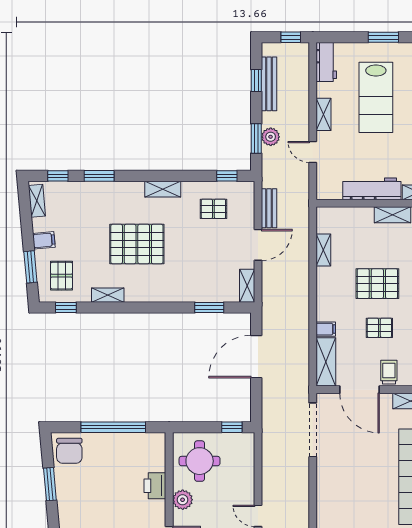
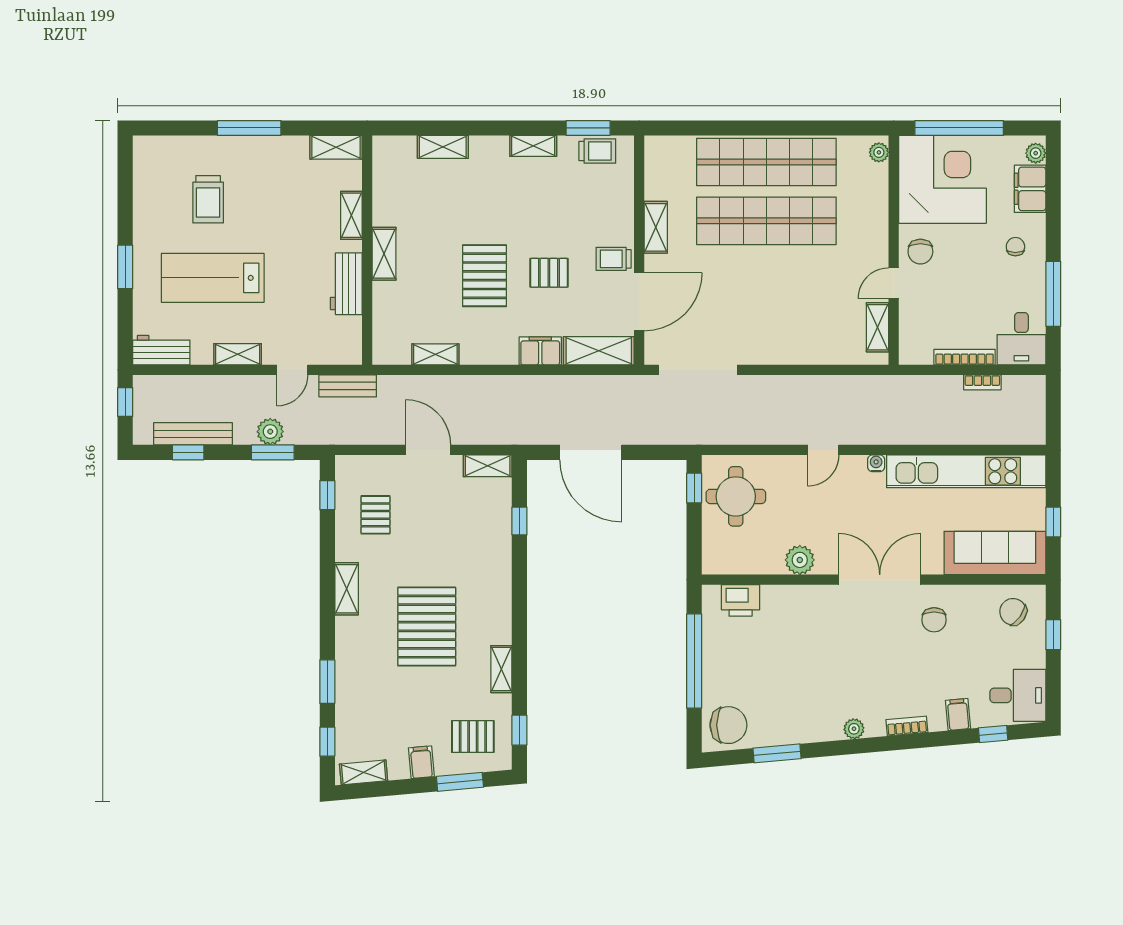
lab bench: (376, 97) -> (213, 278), turned 180
workbench: (372, 189) -> (346, 284), width x0.73
bench: (269, 208) -> (348, 386), moved
window: (209, 308) -> (519, 521), width x0.67
pallet: (379, 328) -> (549, 273), turned 90
filing cabinet: (326, 329) -> (540, 351), width x2.00
round table: (200, 461) -> (736, 496), moved
printer: (155, 486) -> (741, 600), moved

